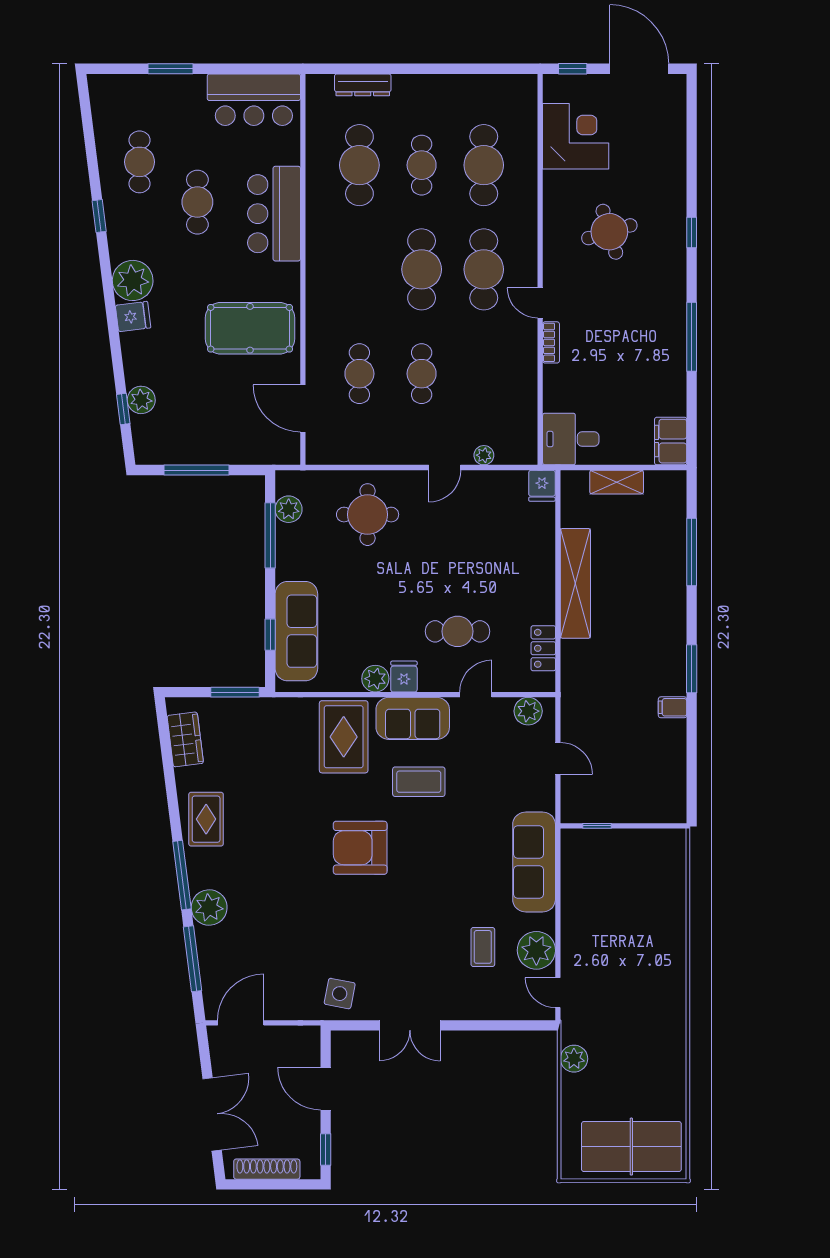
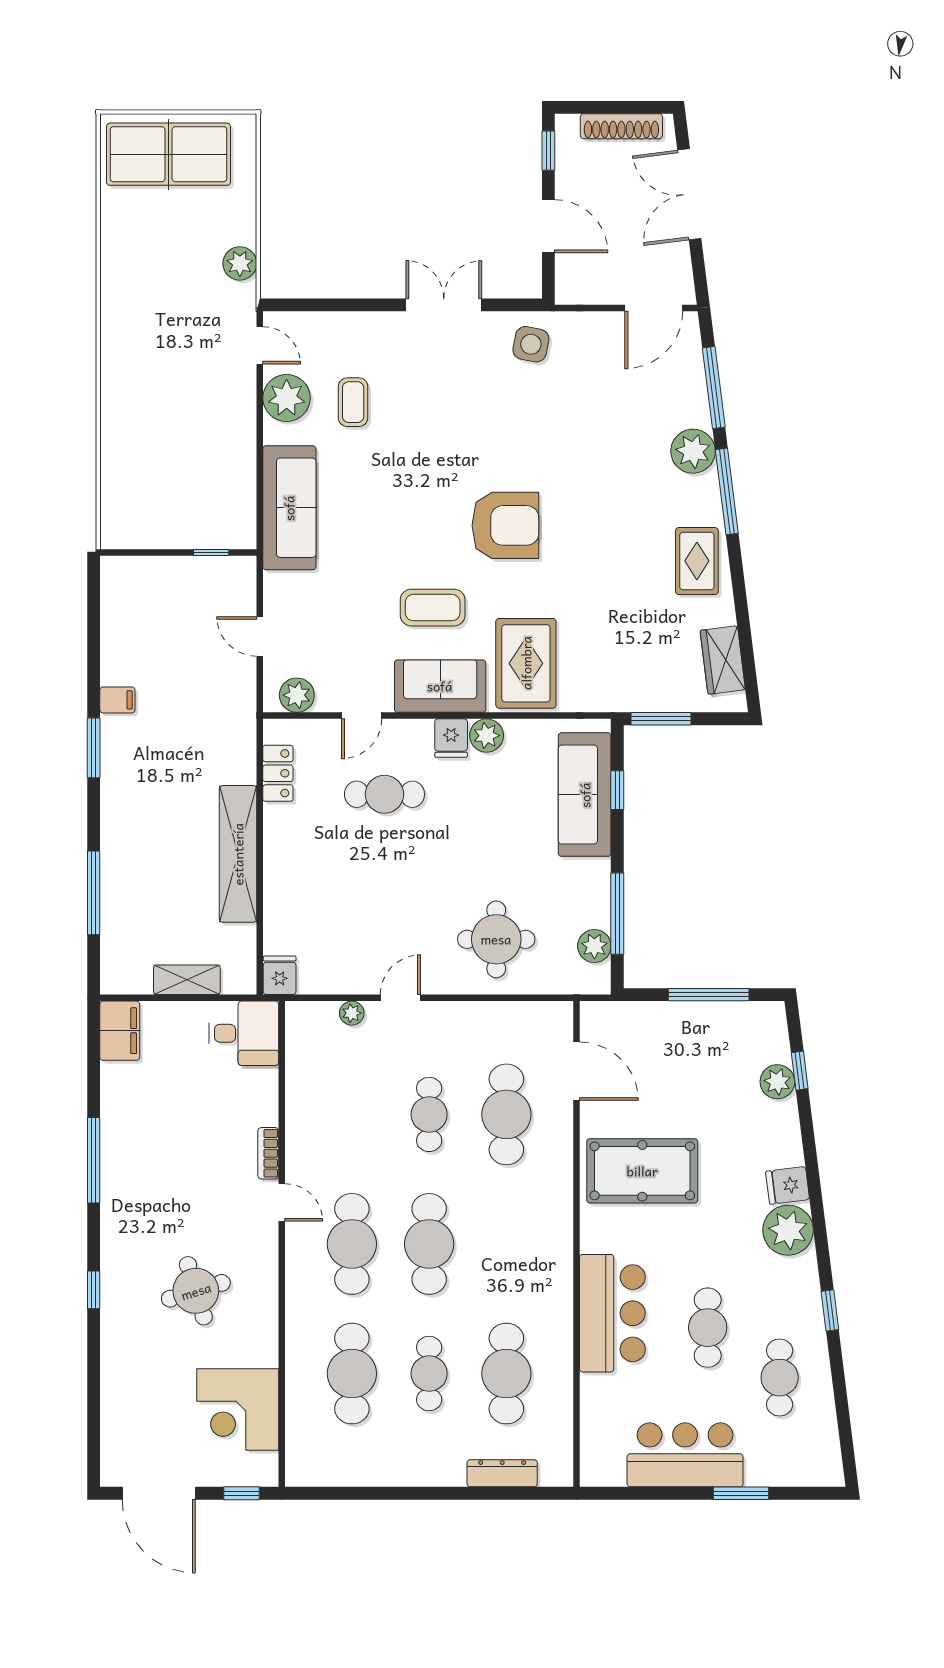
bar counter: (254, 100) -> (685, 1455), moved
cafe table: (359, 374) -> (506, 1114), width x1.37, depth x1.35

